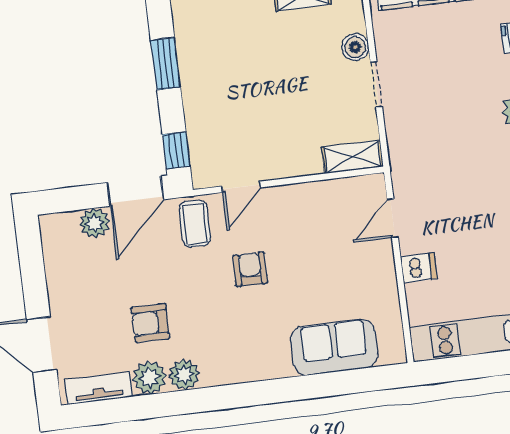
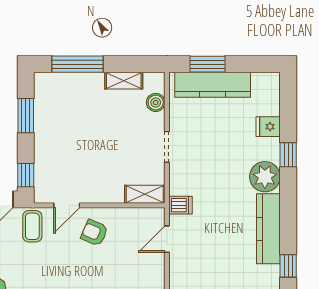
boiler: (355, 47) -> (156, 102), moved
dishwasher: (419, 268) -> (180, 205), moved
armchair: (250, 269) -> (94, 233), moved, turned -67

